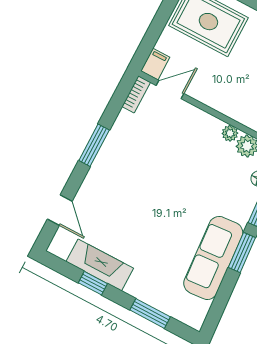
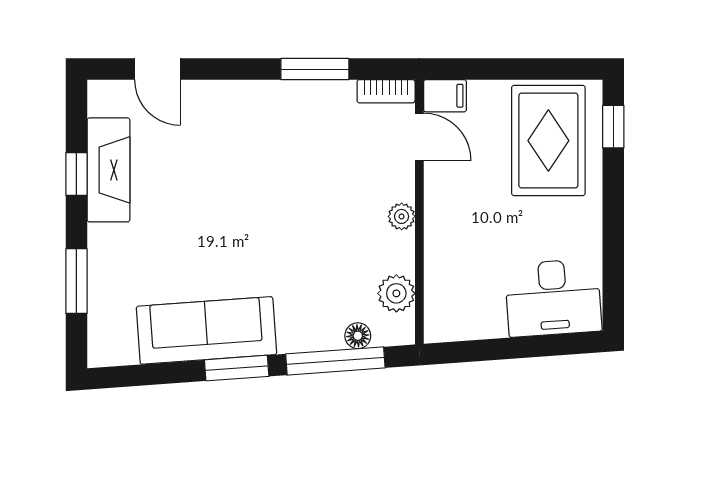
plant: (230, 133) -> (402, 216), moved
window: (94, 145) -> (315, 69), moved
door: (60, 210) -> (158, 69), hinge flipped

